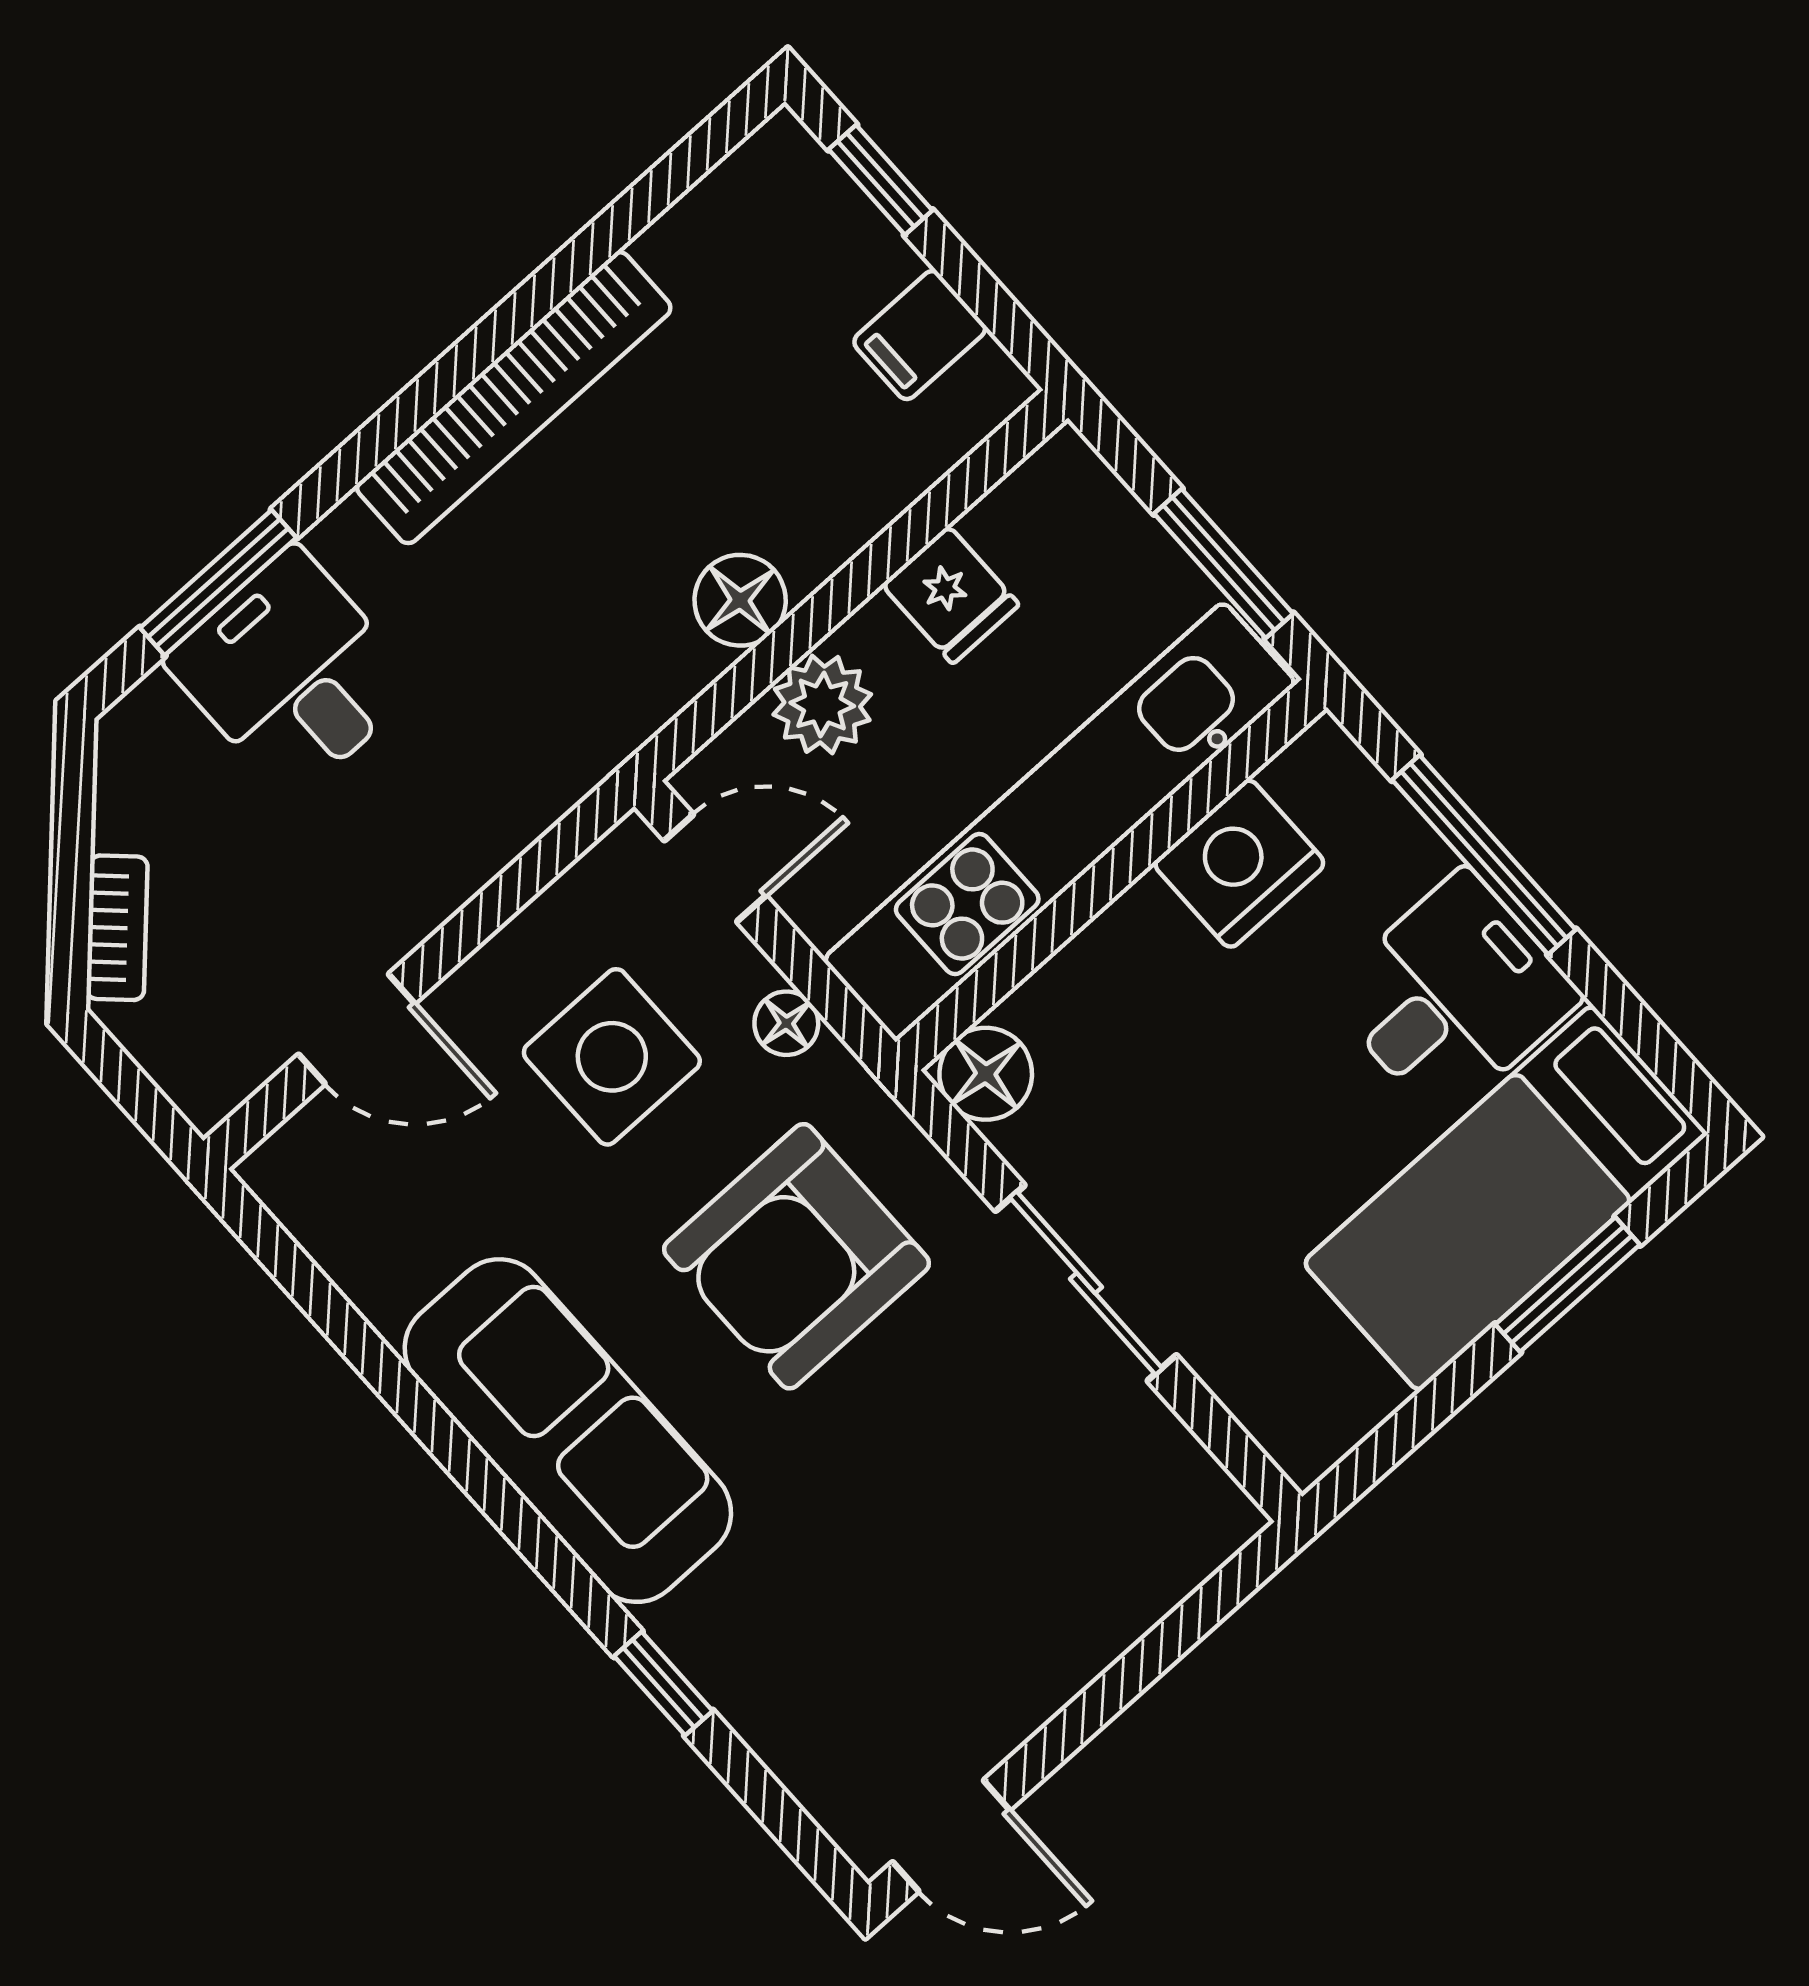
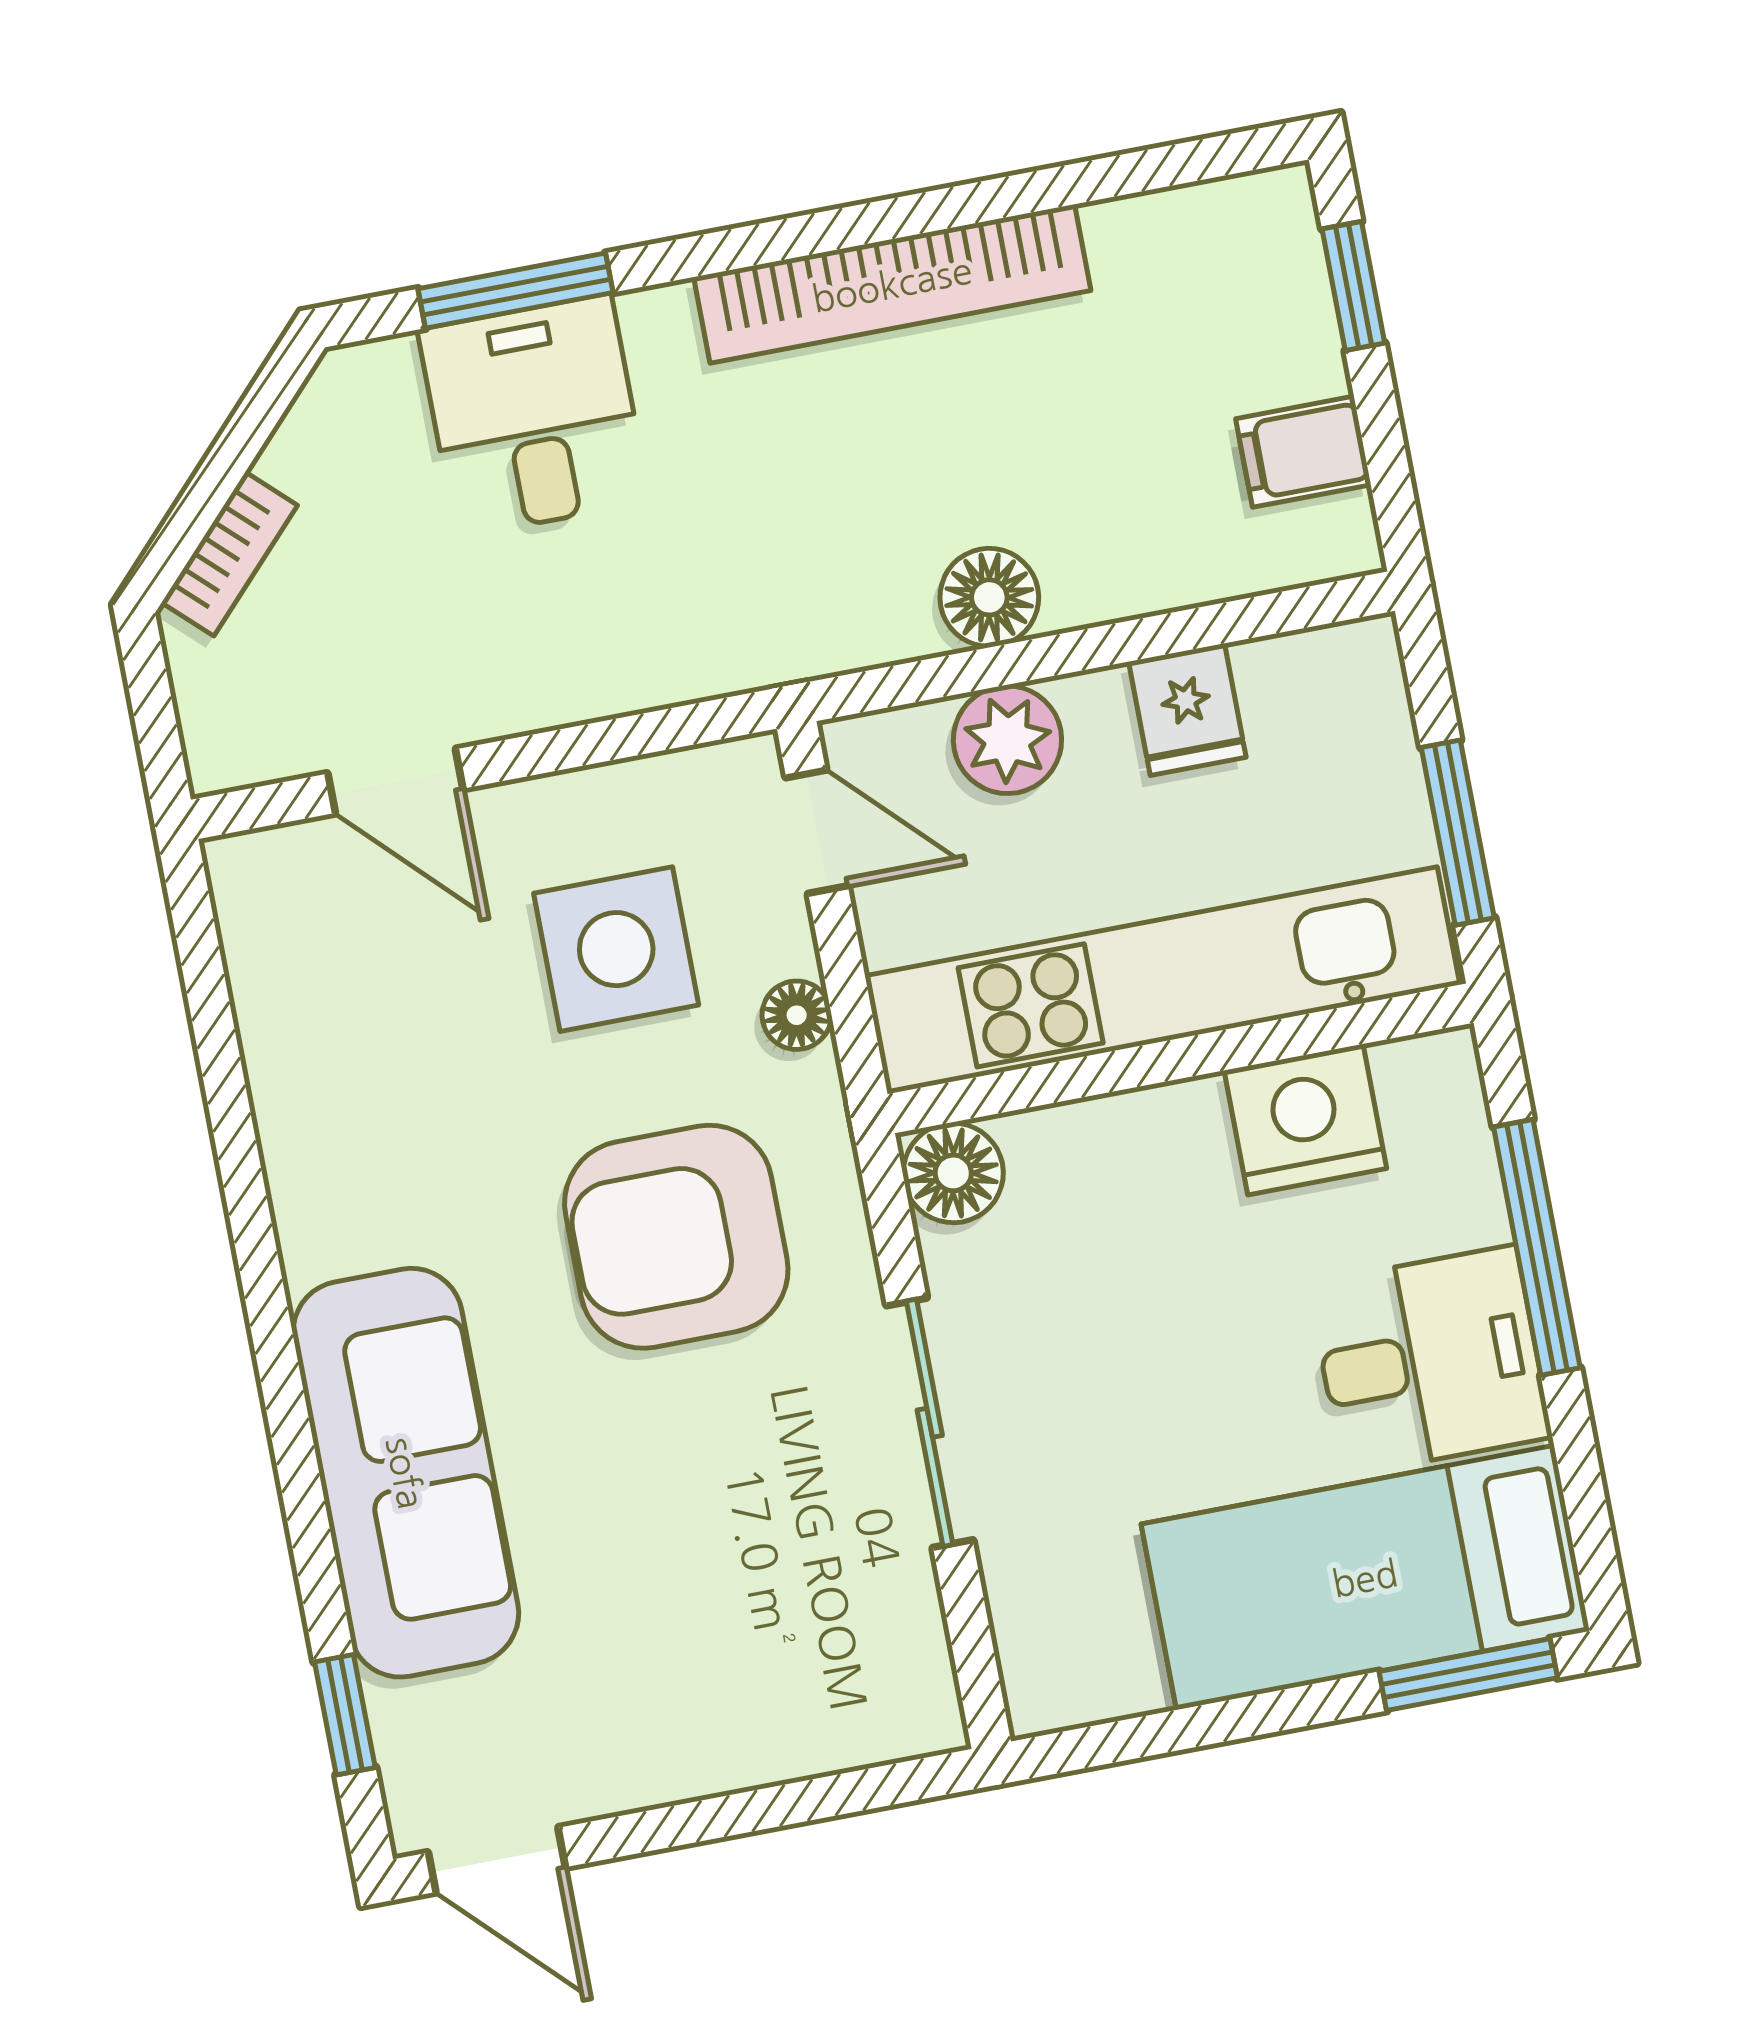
window: (1568, 1285) -> (1468, 1675), moved
sofa: (568, 1431) -> (406, 1473), moved
window: (663, 1683) -> (345, 1715), moved

